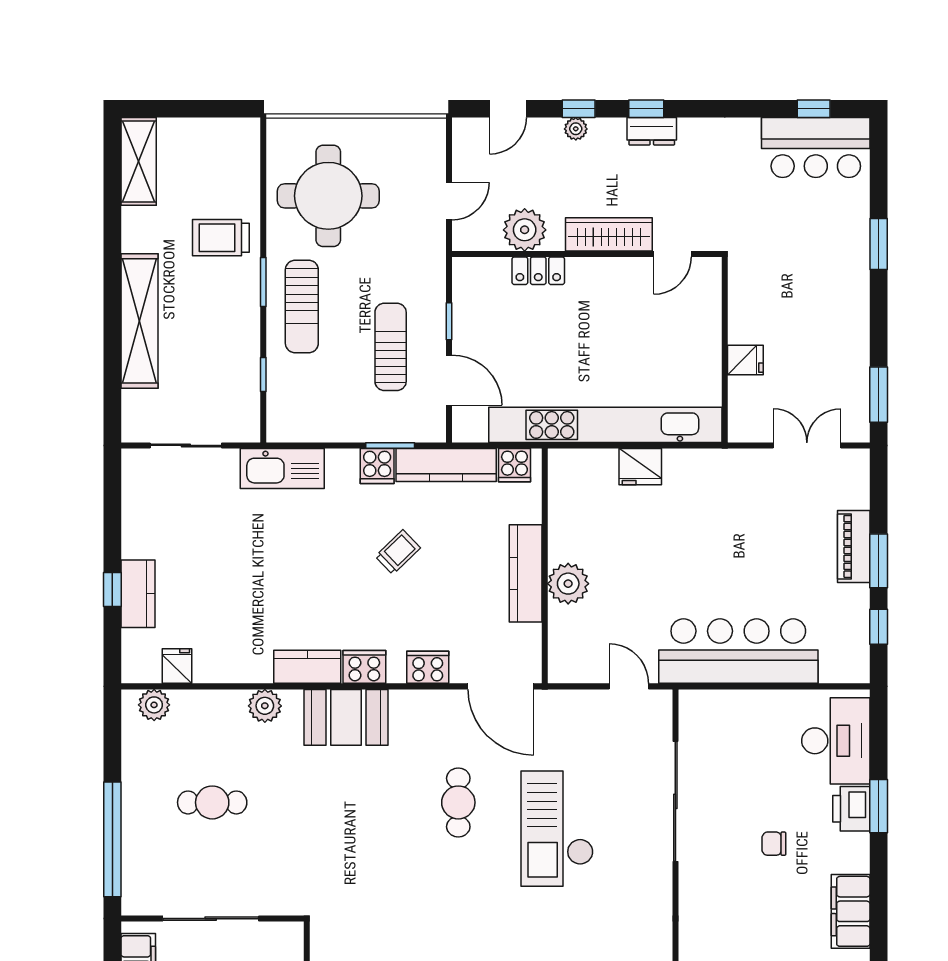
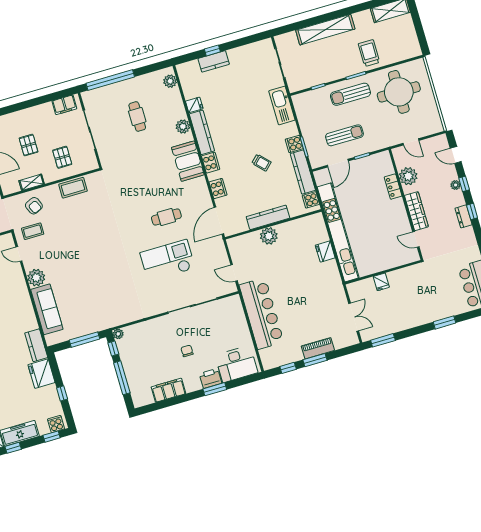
fridge: (177, 666) -> (194, 105), moved
kitchen counter: (307, 667) -> (202, 132), width x1.50
door: (629, 686) -> (234, 273), swing flipped

